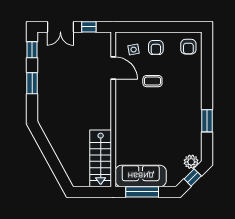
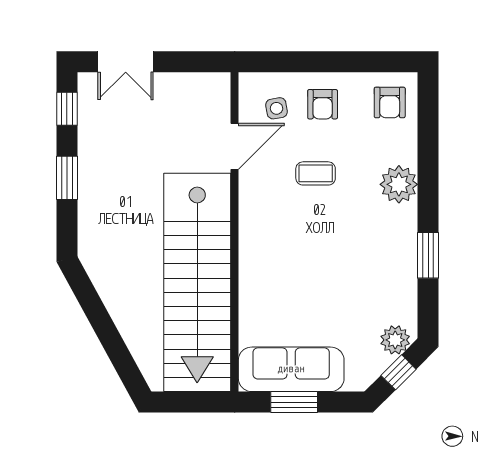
window: (89, 27) -> (184, 62), removed
door: (113, 68) -> (235, 146), hinge flipped
plant: (193, 86) -> (399, 184), added
stairs: (101, 158) -> (197, 282), width x1.86, depth x1.51
window: (142, 192) -> (294, 402), width x0.69

